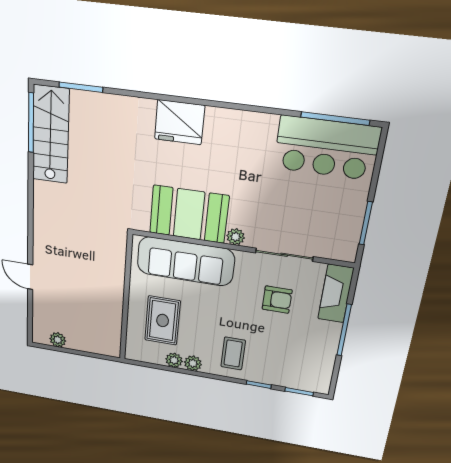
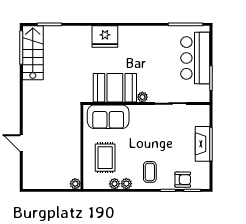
bar counter: (327, 148) -> (195, 58), moved, turned 90
sofa: (186, 261) -> (108, 117), width x0.73
fireplace: (336, 294) -> (203, 144), moved
armchair: (277, 300) -> (183, 180), moved
plant: (58, 340) -> (75, 184), moved

